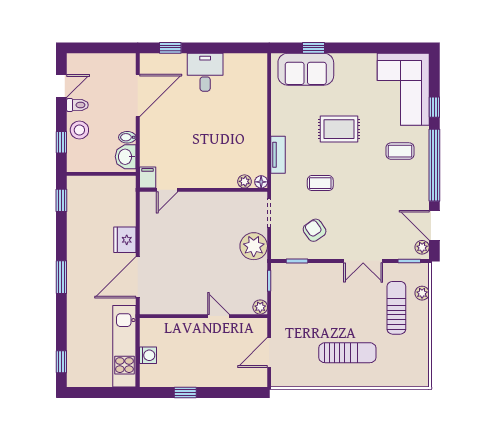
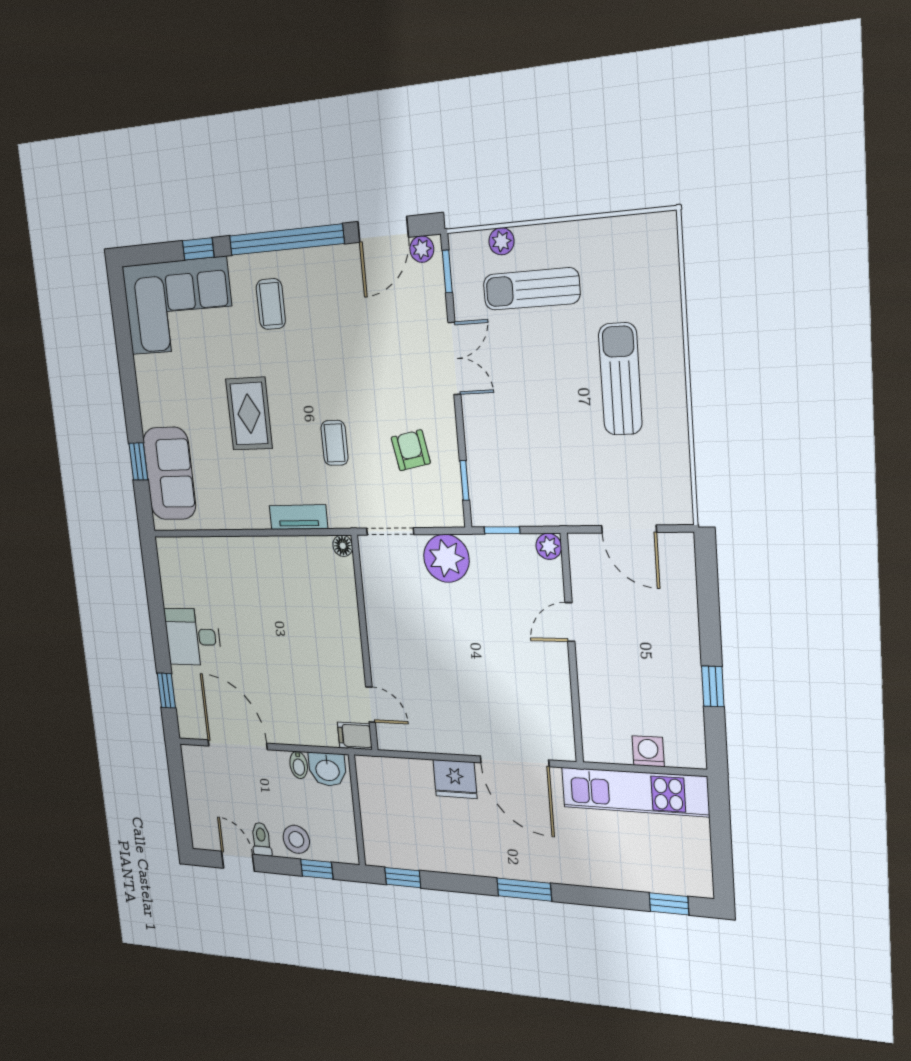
plant: (244, 181) -> (345, 574), removed
armchair: (315, 230) -> (411, 450), turned 114

